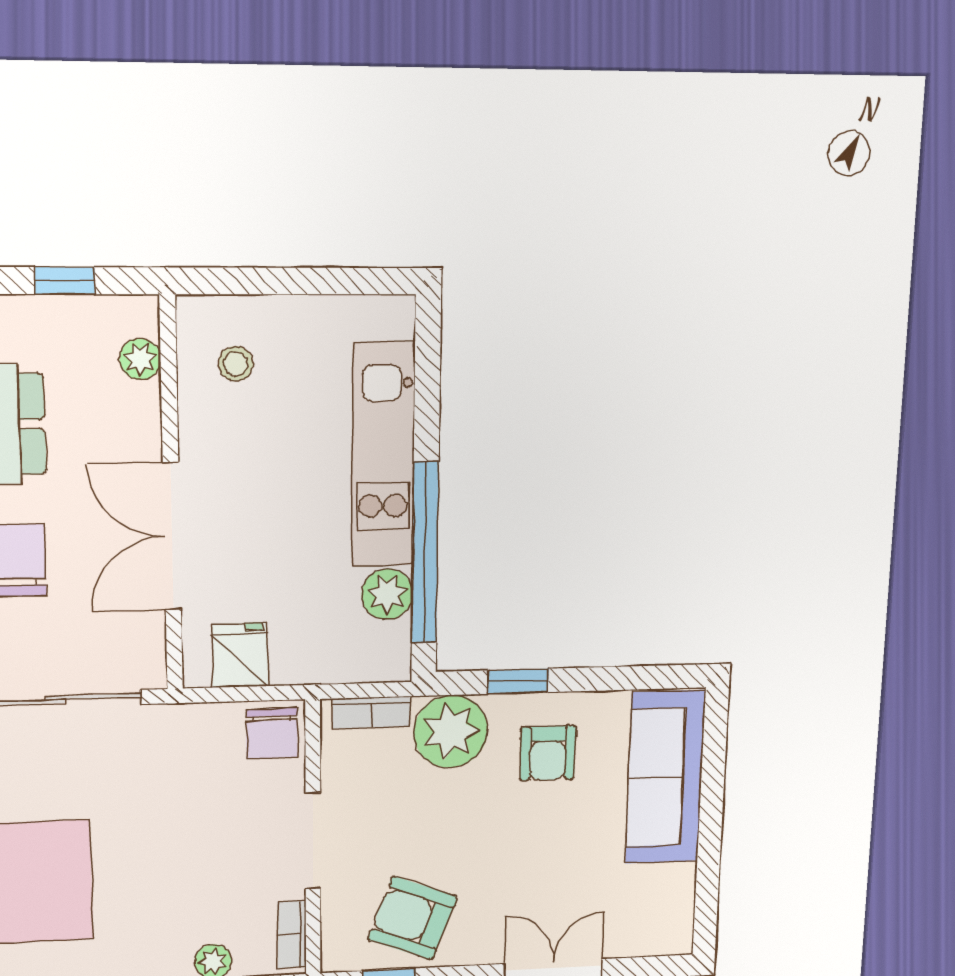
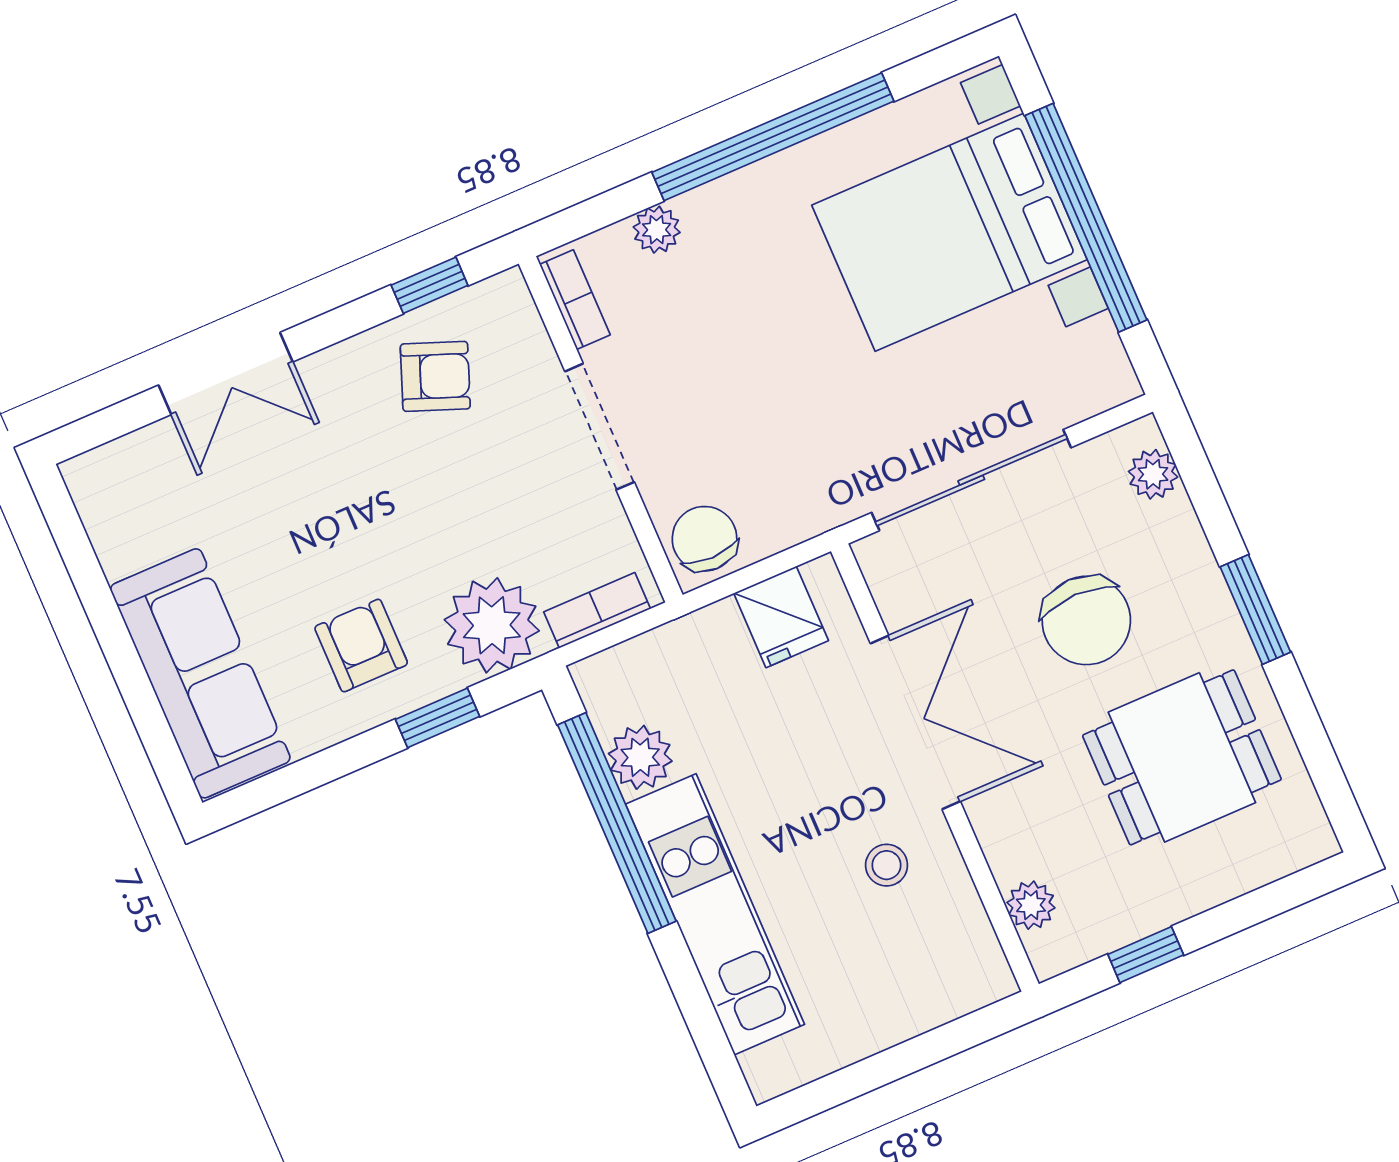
stool: (236, 364) -> (887, 865), moved
armchair: (412, 918) -> (435, 376), width x0.72, depth x0.72

